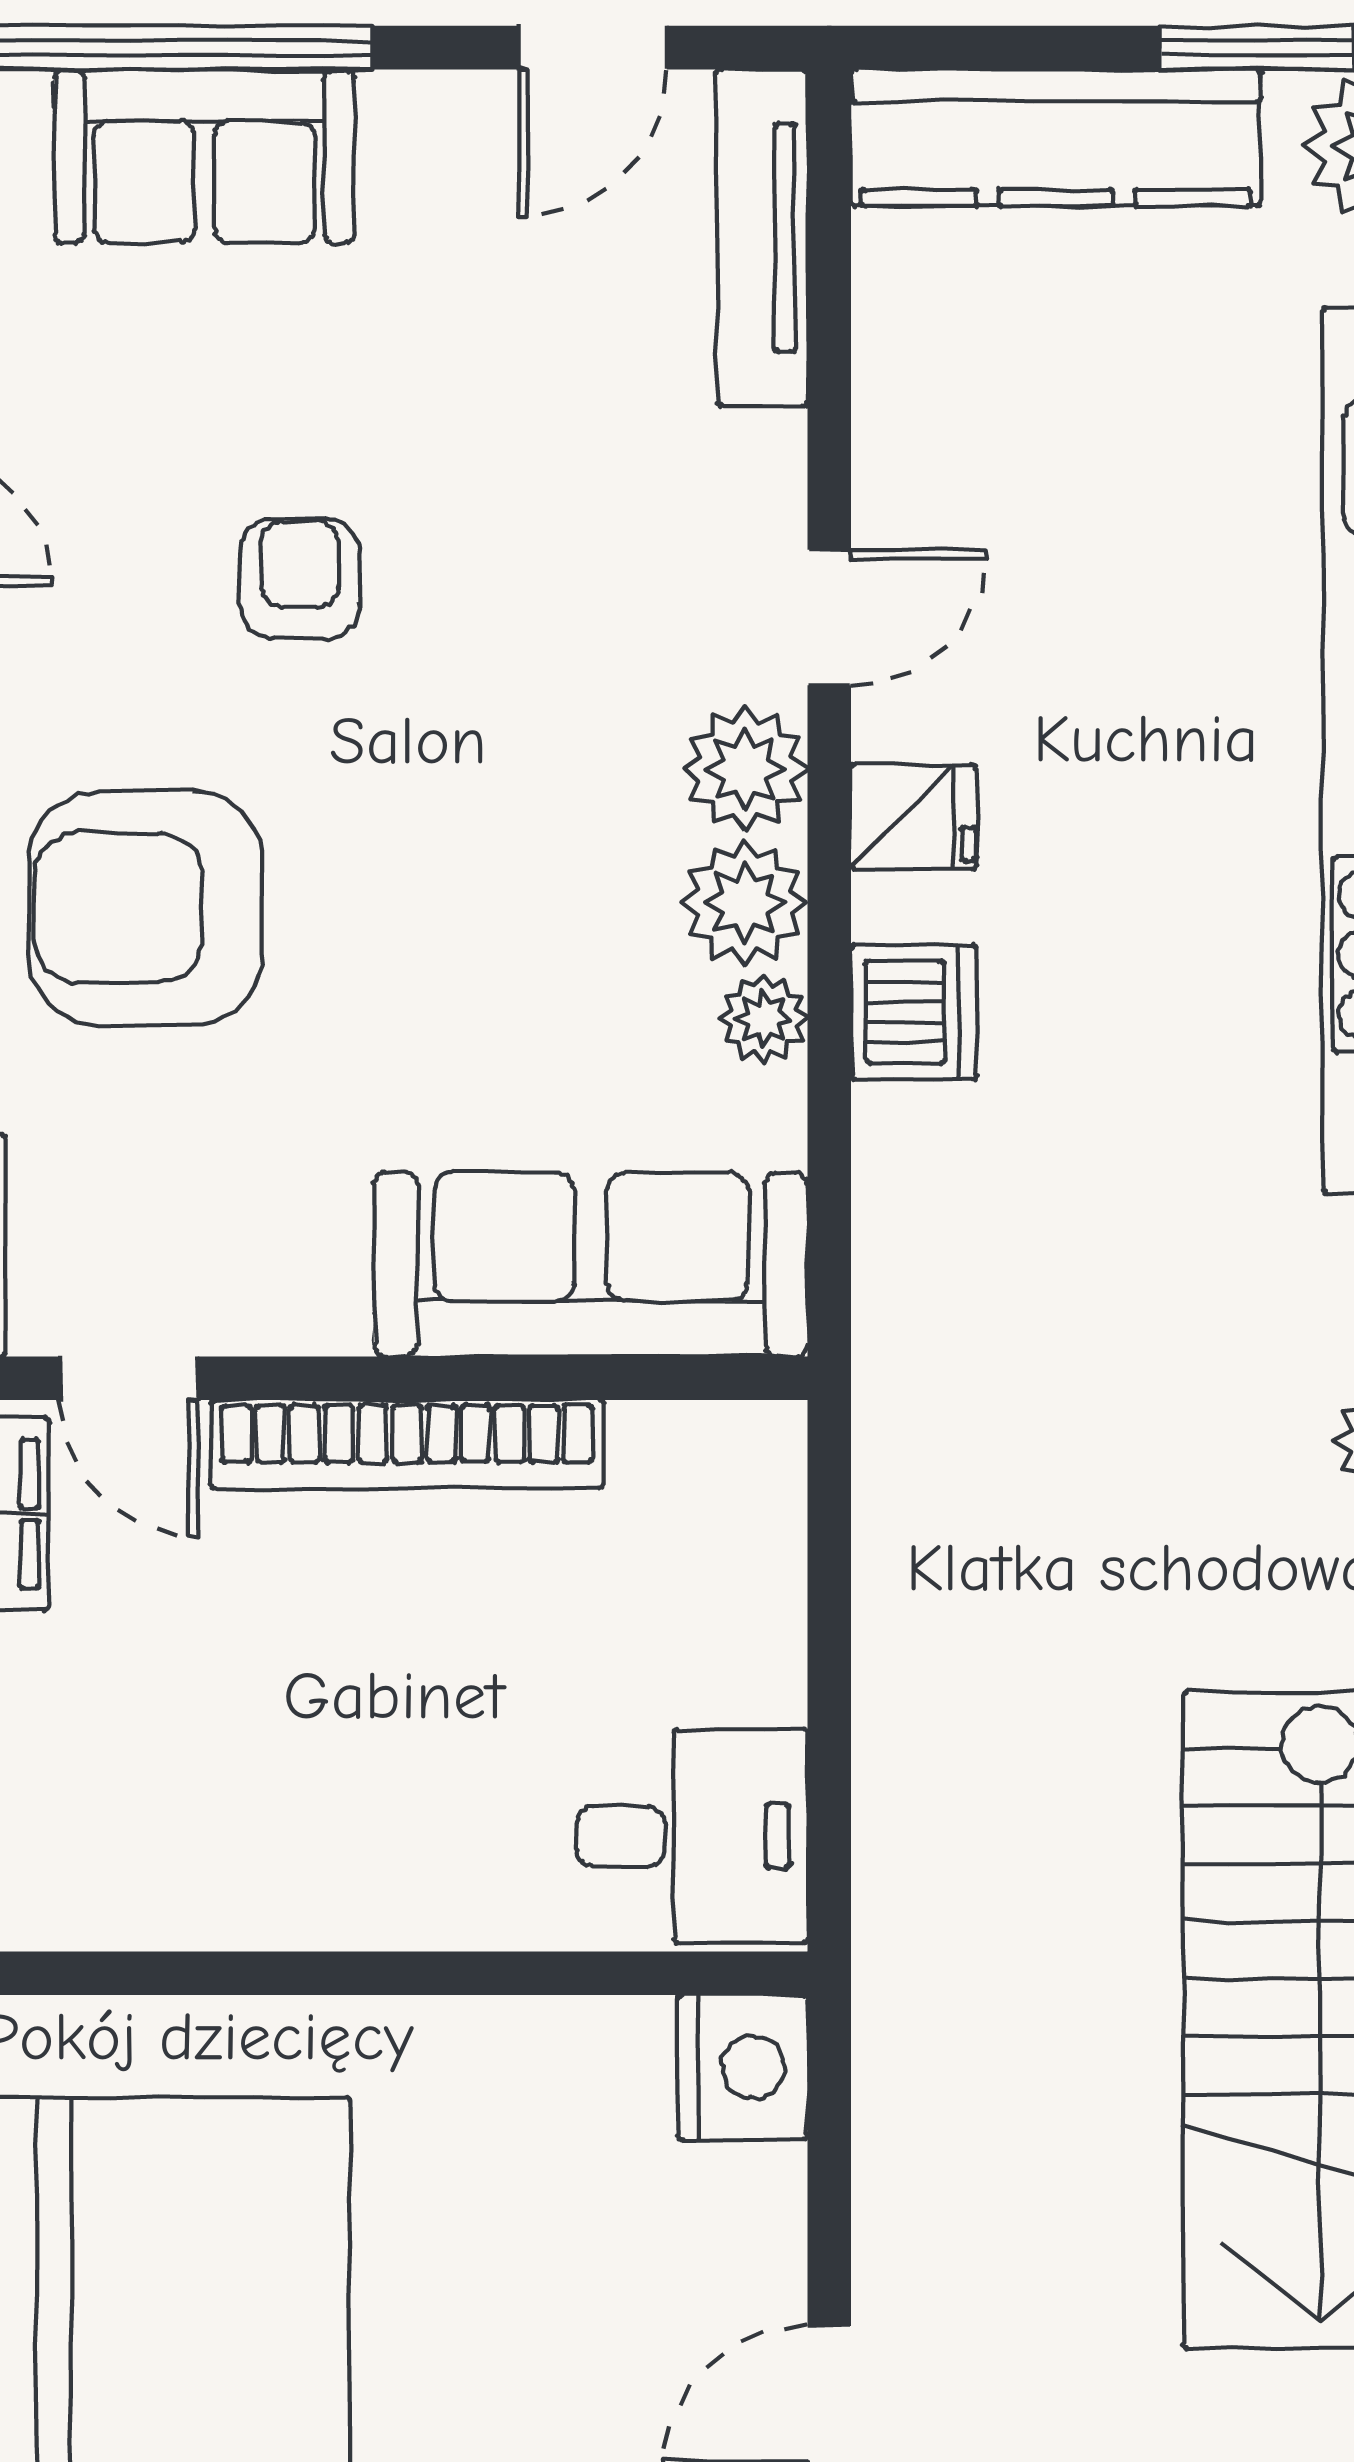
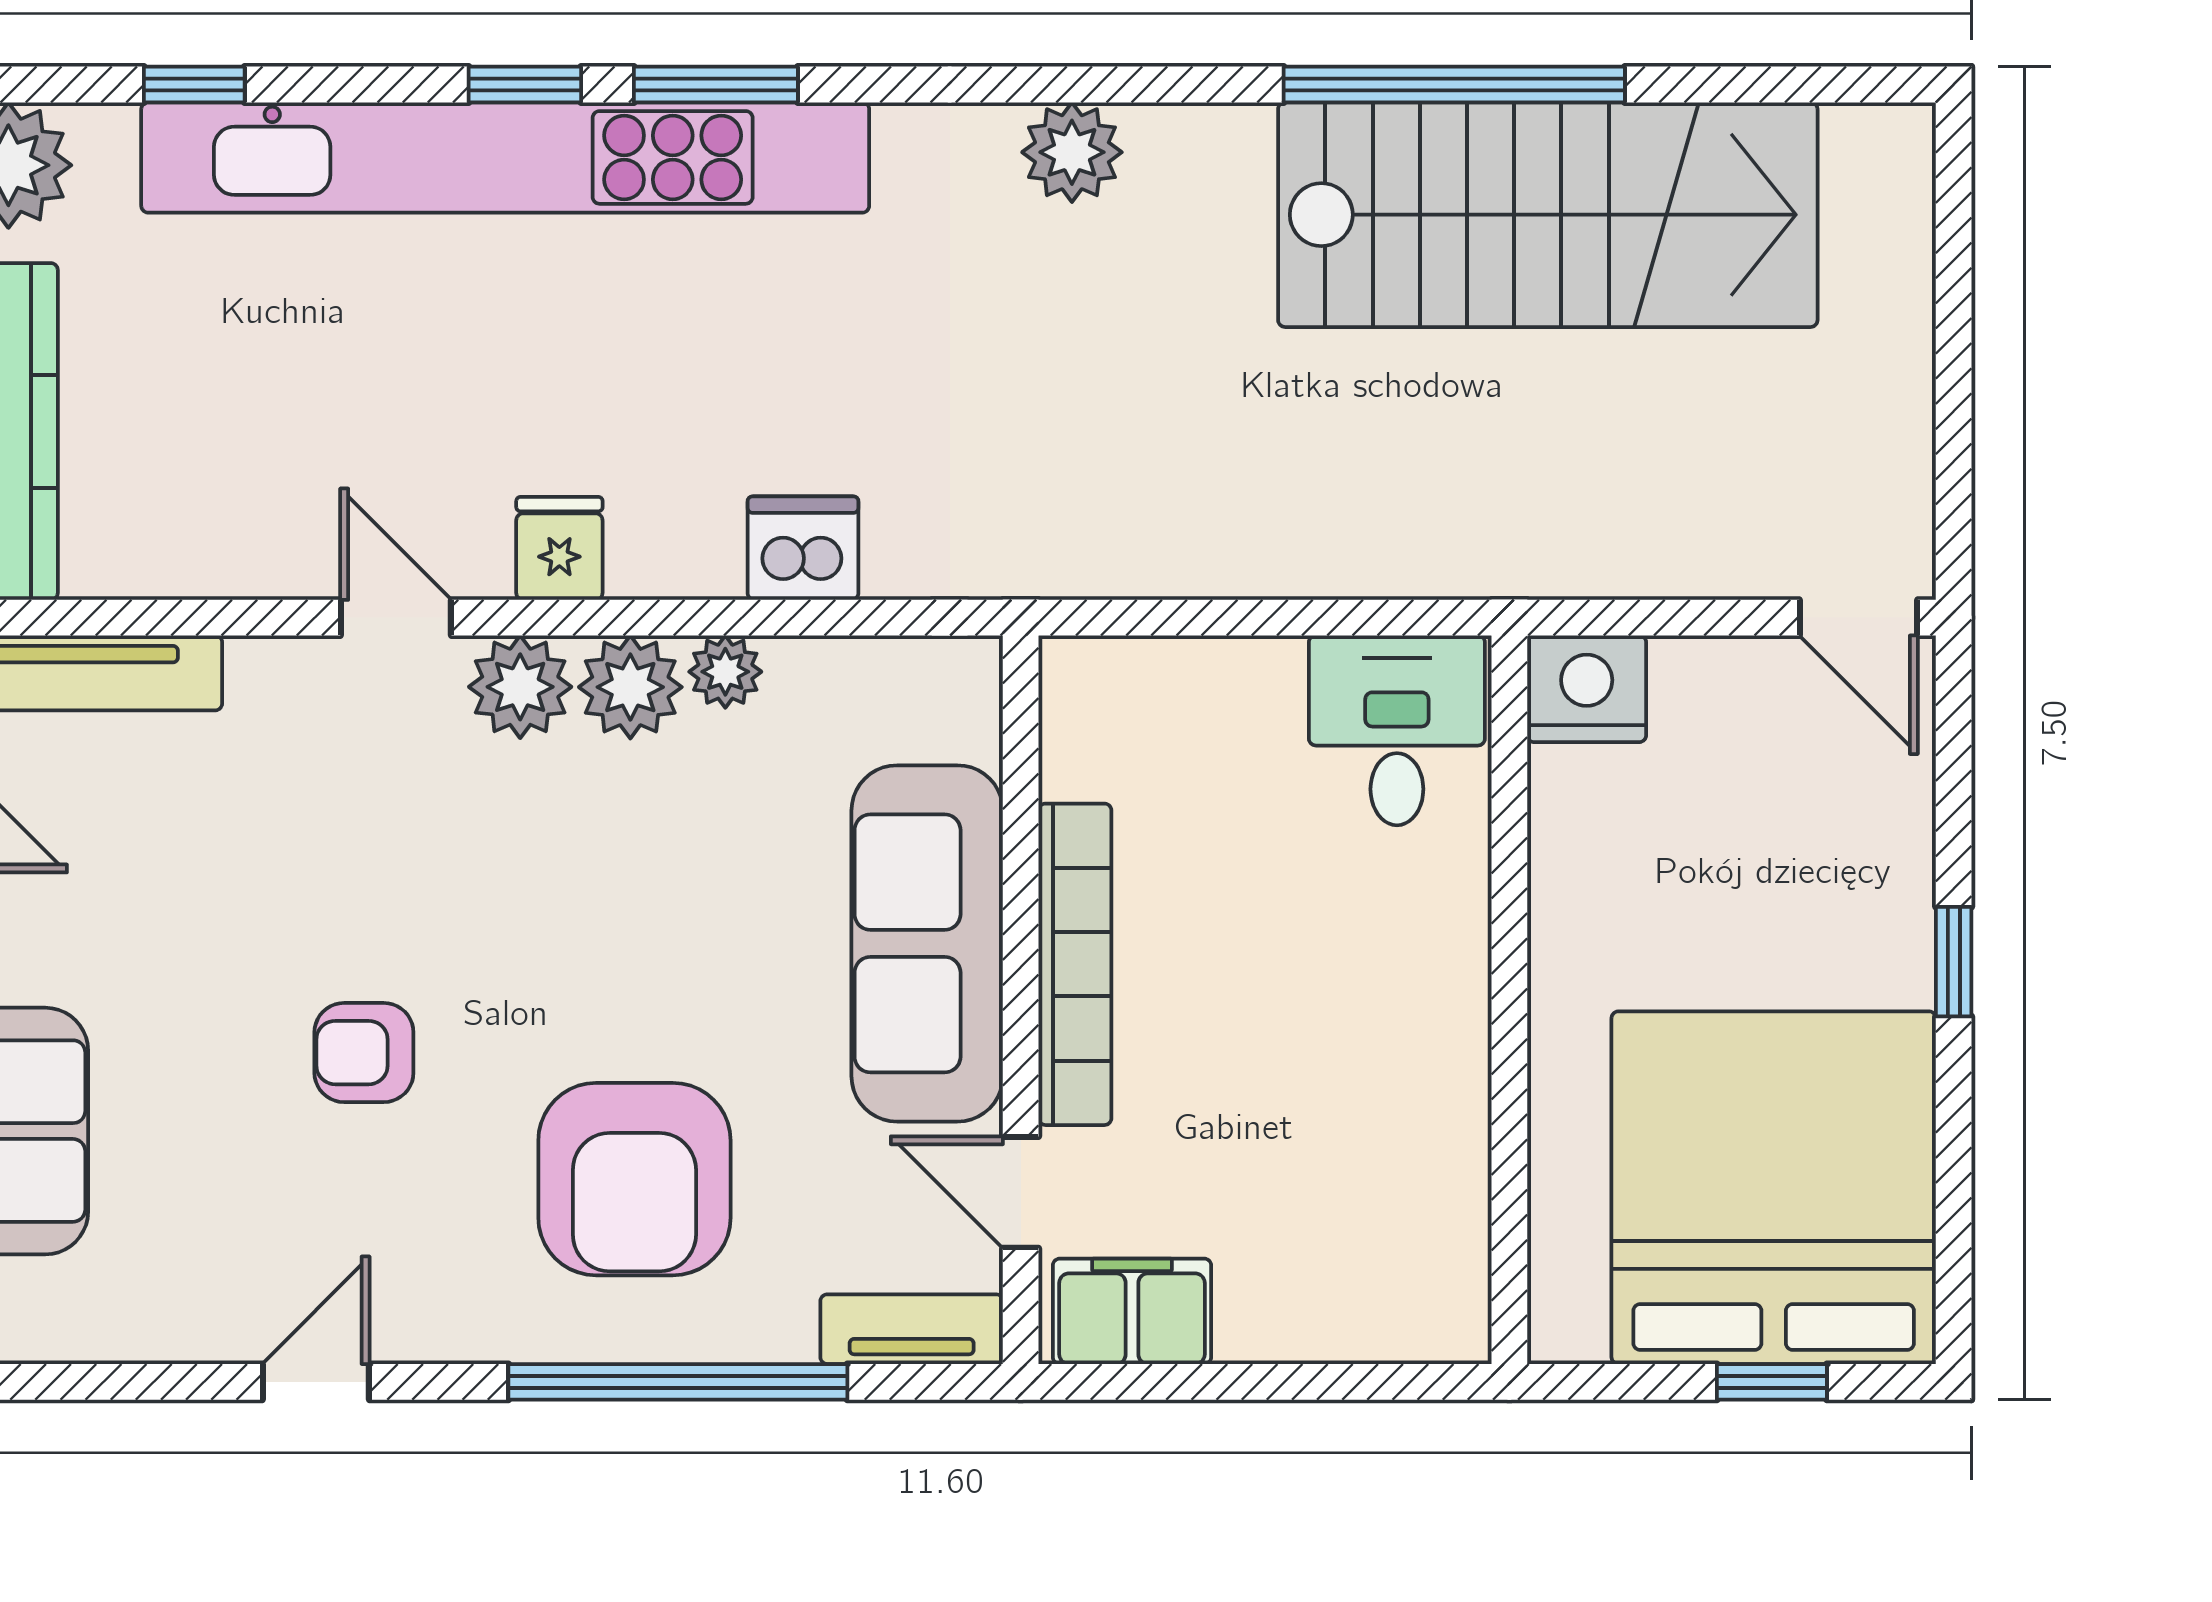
dishwasher: (914, 1012) -> (803, 548), moved
sofa: (591, 1264) -> (927, 943), moved
door: (130, 1378) -> (1021, 1192), swing flipped

